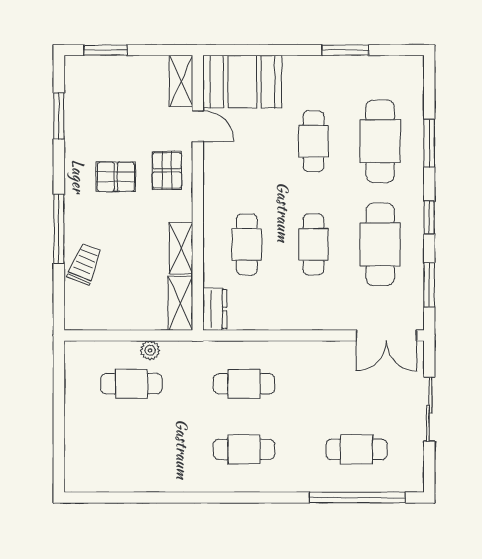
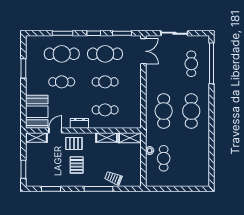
dresser: (215, 309) -> (79, 123), moved
cafe table: (244, 384) -> (164, 111), width x1.37, depth x1.35
cafe table: (244, 449) -> (191, 111), width x1.37, depth x1.35

